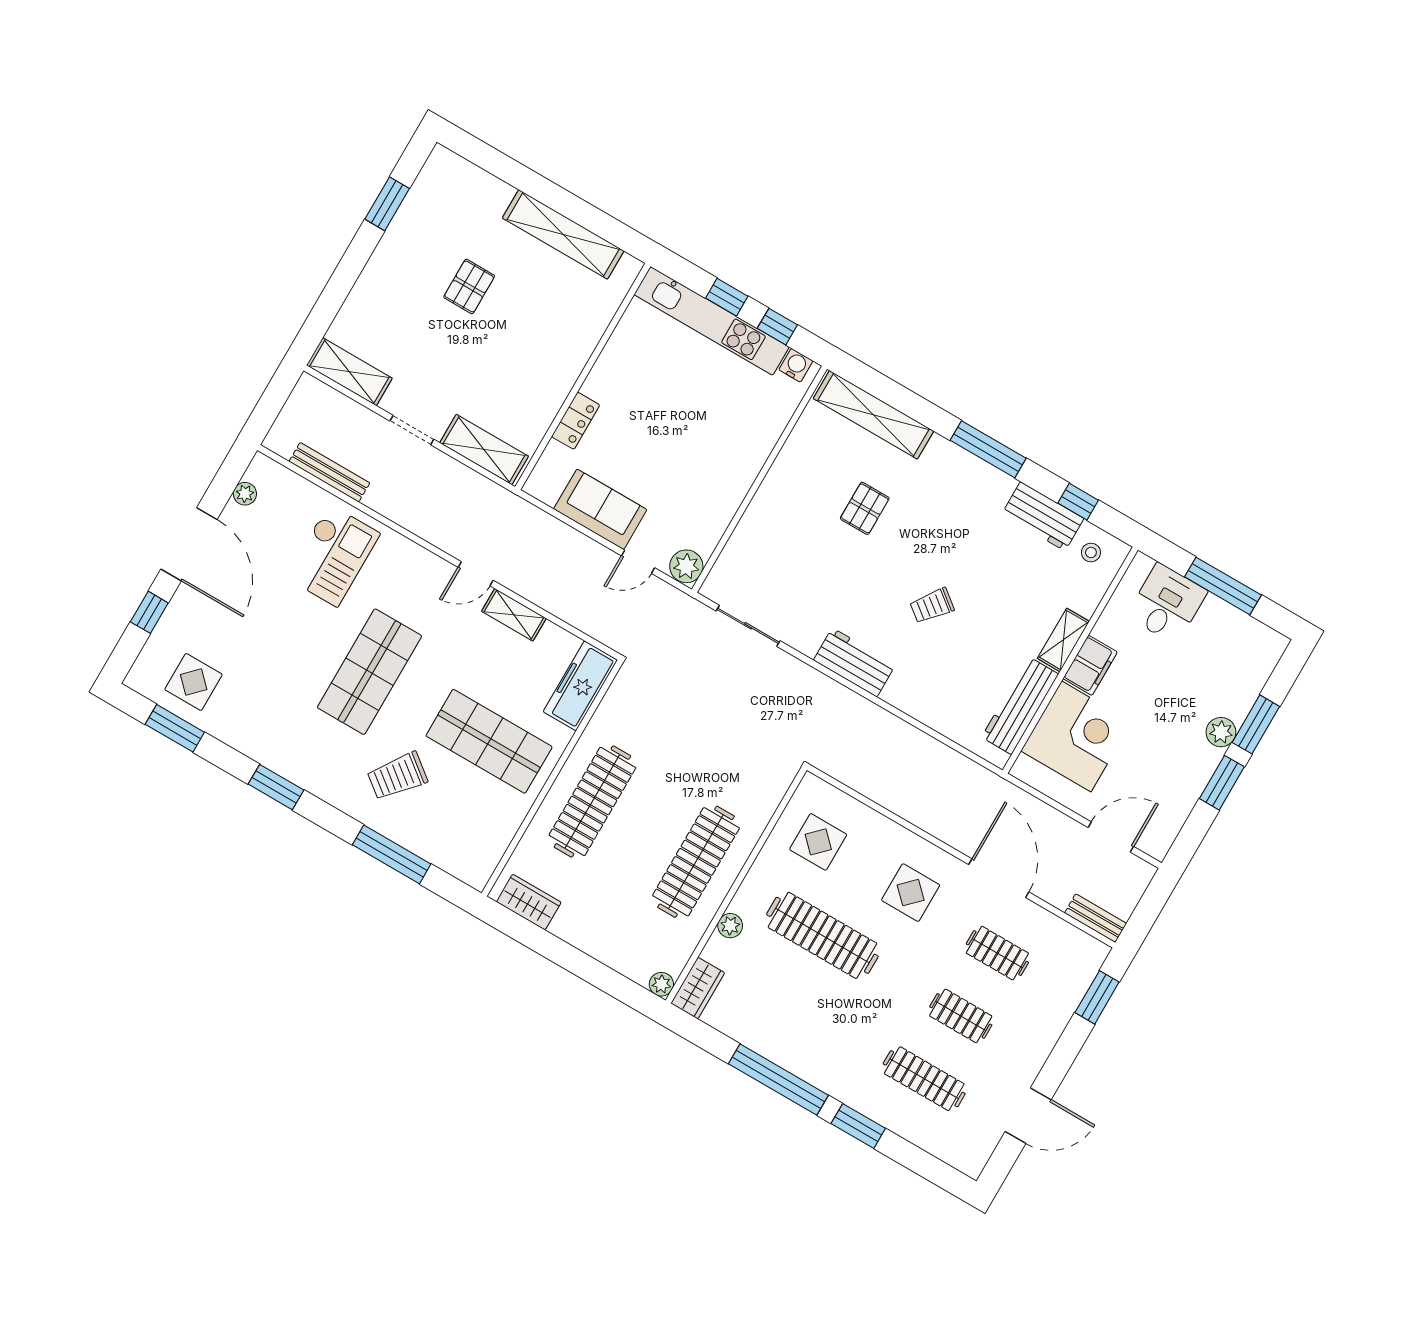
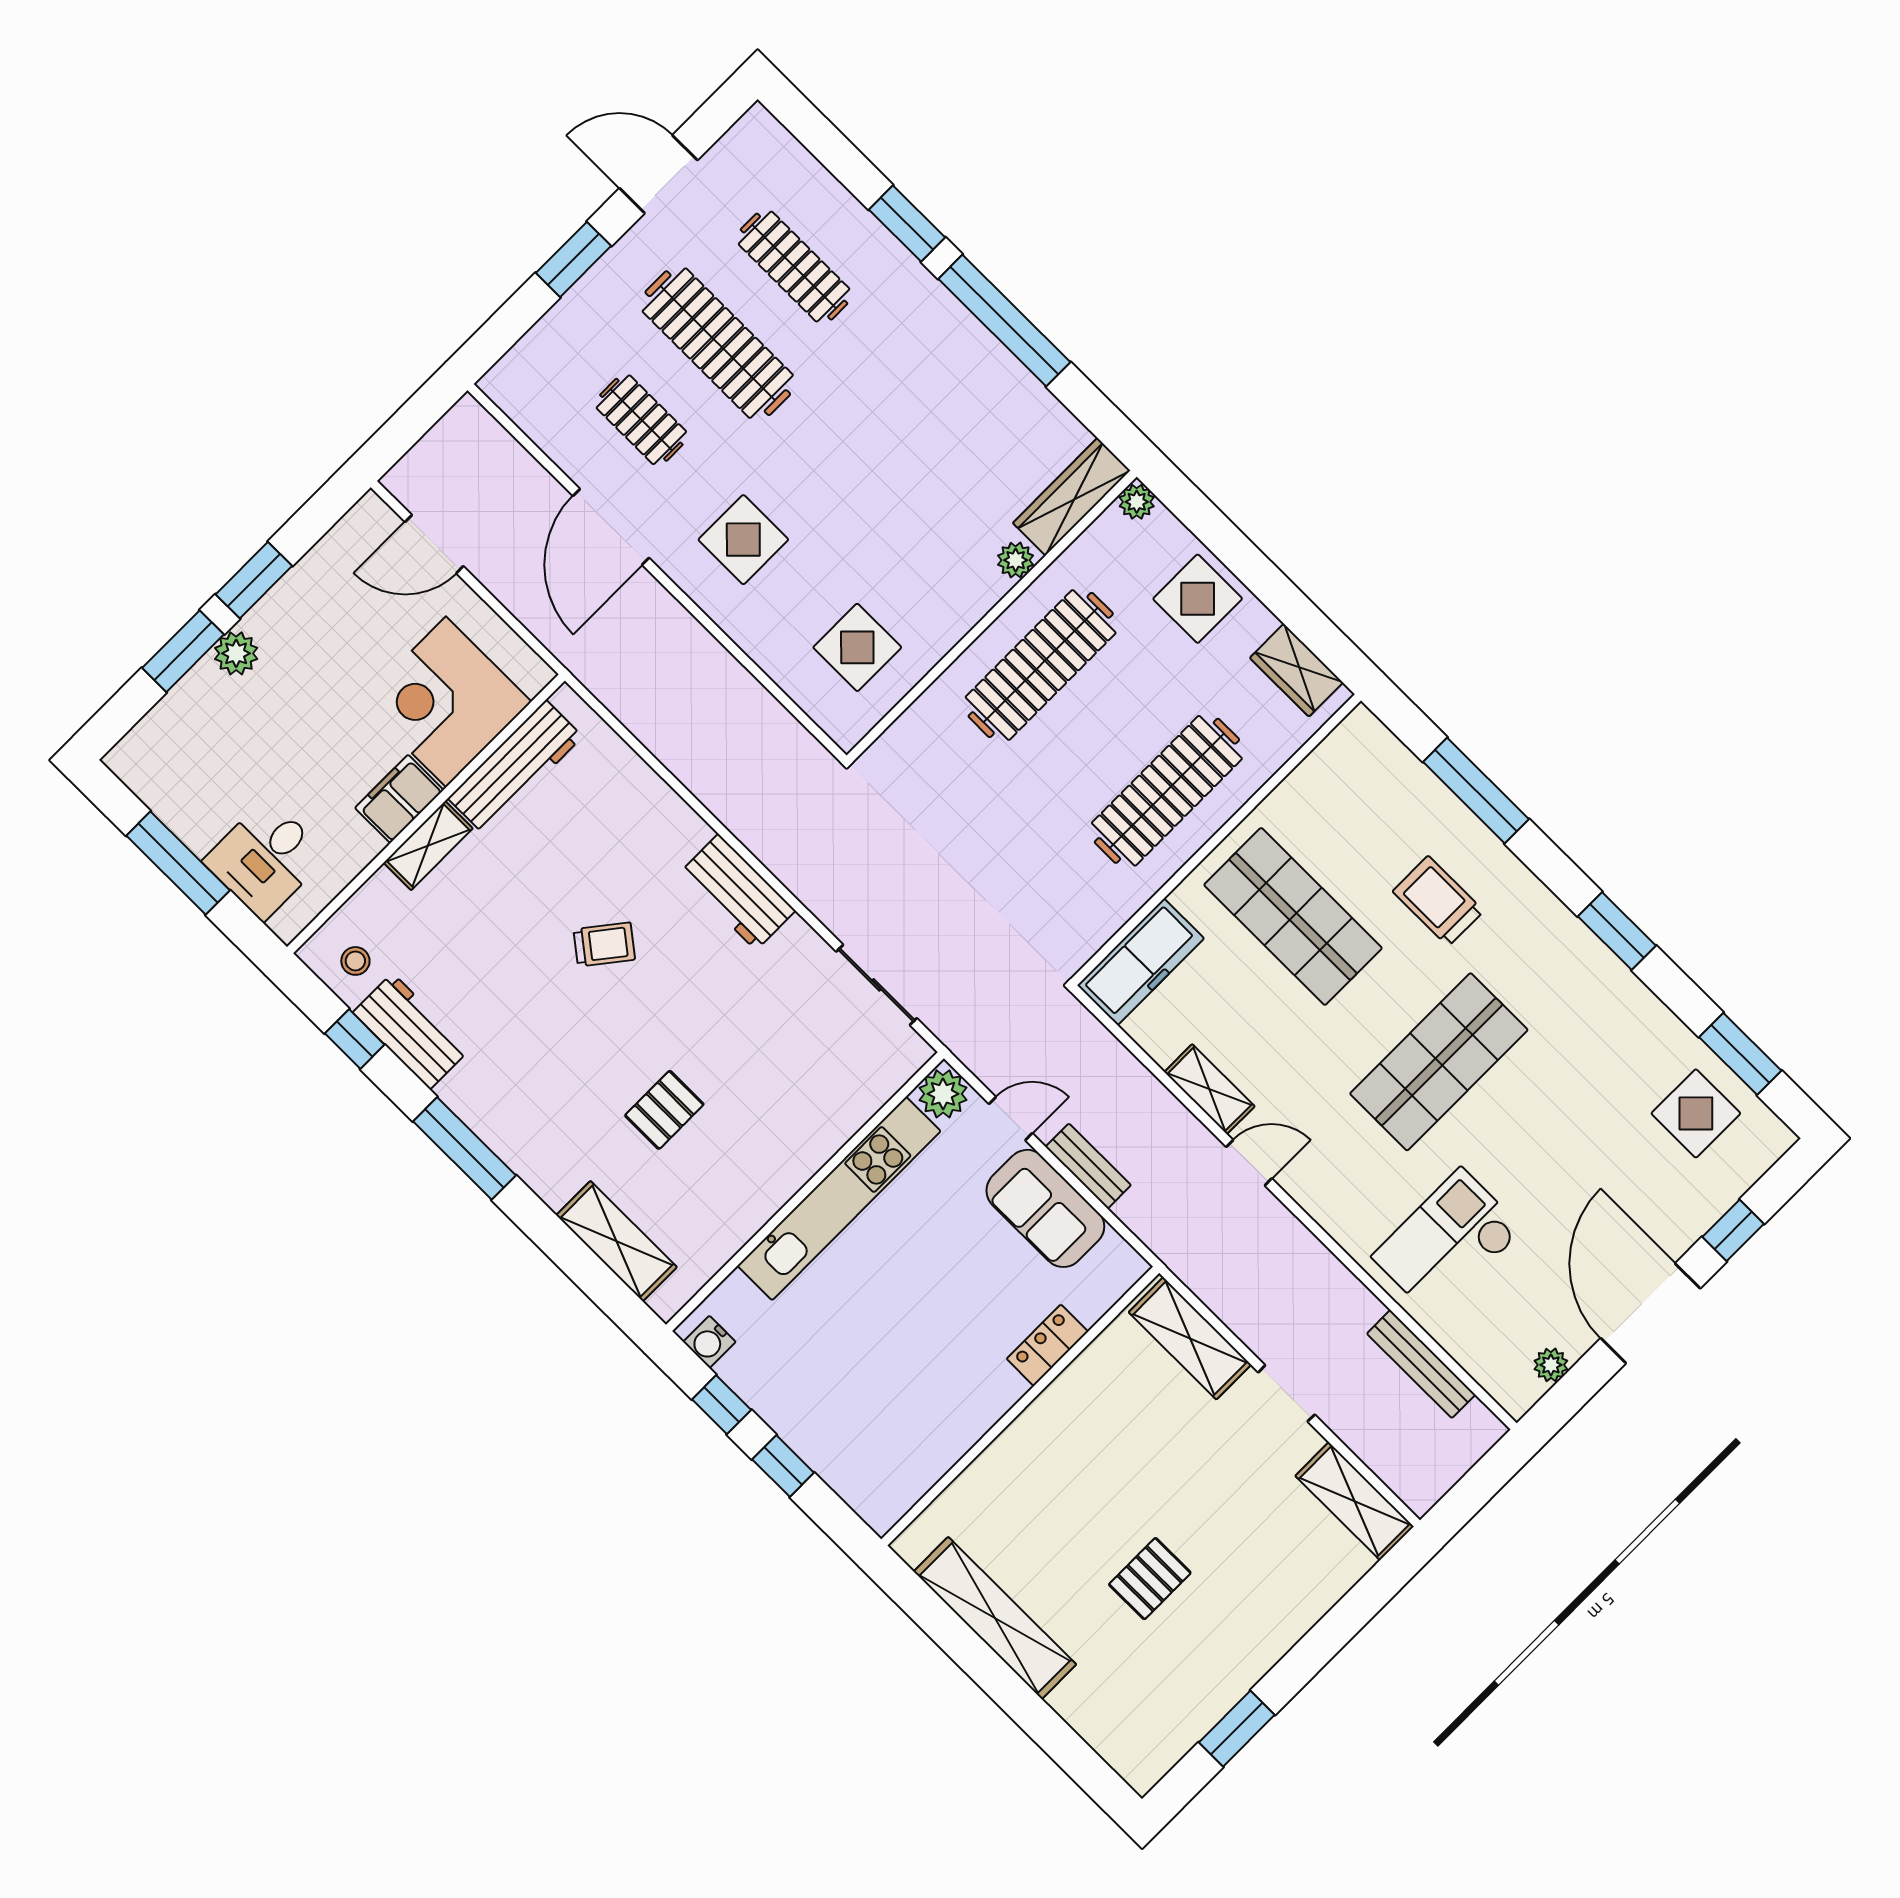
kitchen unit: (712, 321) -> (839, 1198), moved, turned 90
shelving: (873, 415) -> (616, 1241), width x0.68
trolley: (397, 776) -> (1438, 901), turned -128
bench: (1096, 918) -> (1088, 1166), moved
display table: (605, 932) -> (1198, 599), added
clothes rail: (822, 935) -> (886, 511), removed
wardrobe: (698, 988) -> (1072, 497), width x1.50
window: (1097, 997) -> (573, 259), moved
clothes rail: (961, 1016) -> (718, 343), width x1.86, depth x1.31

